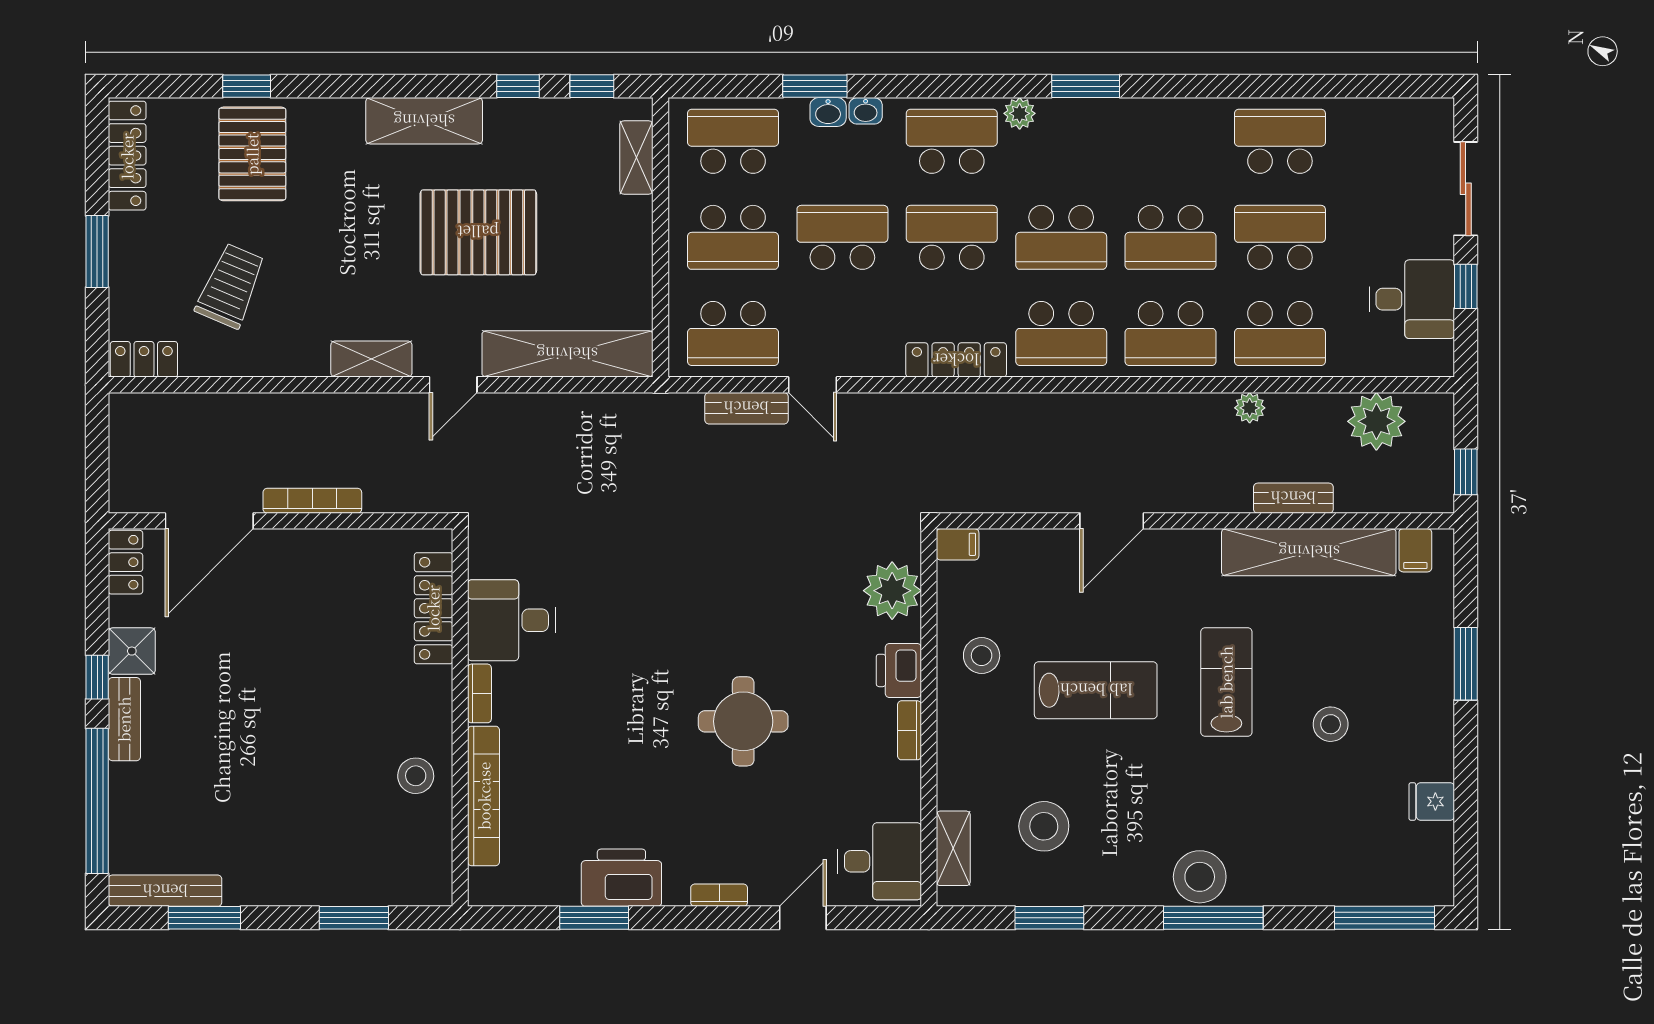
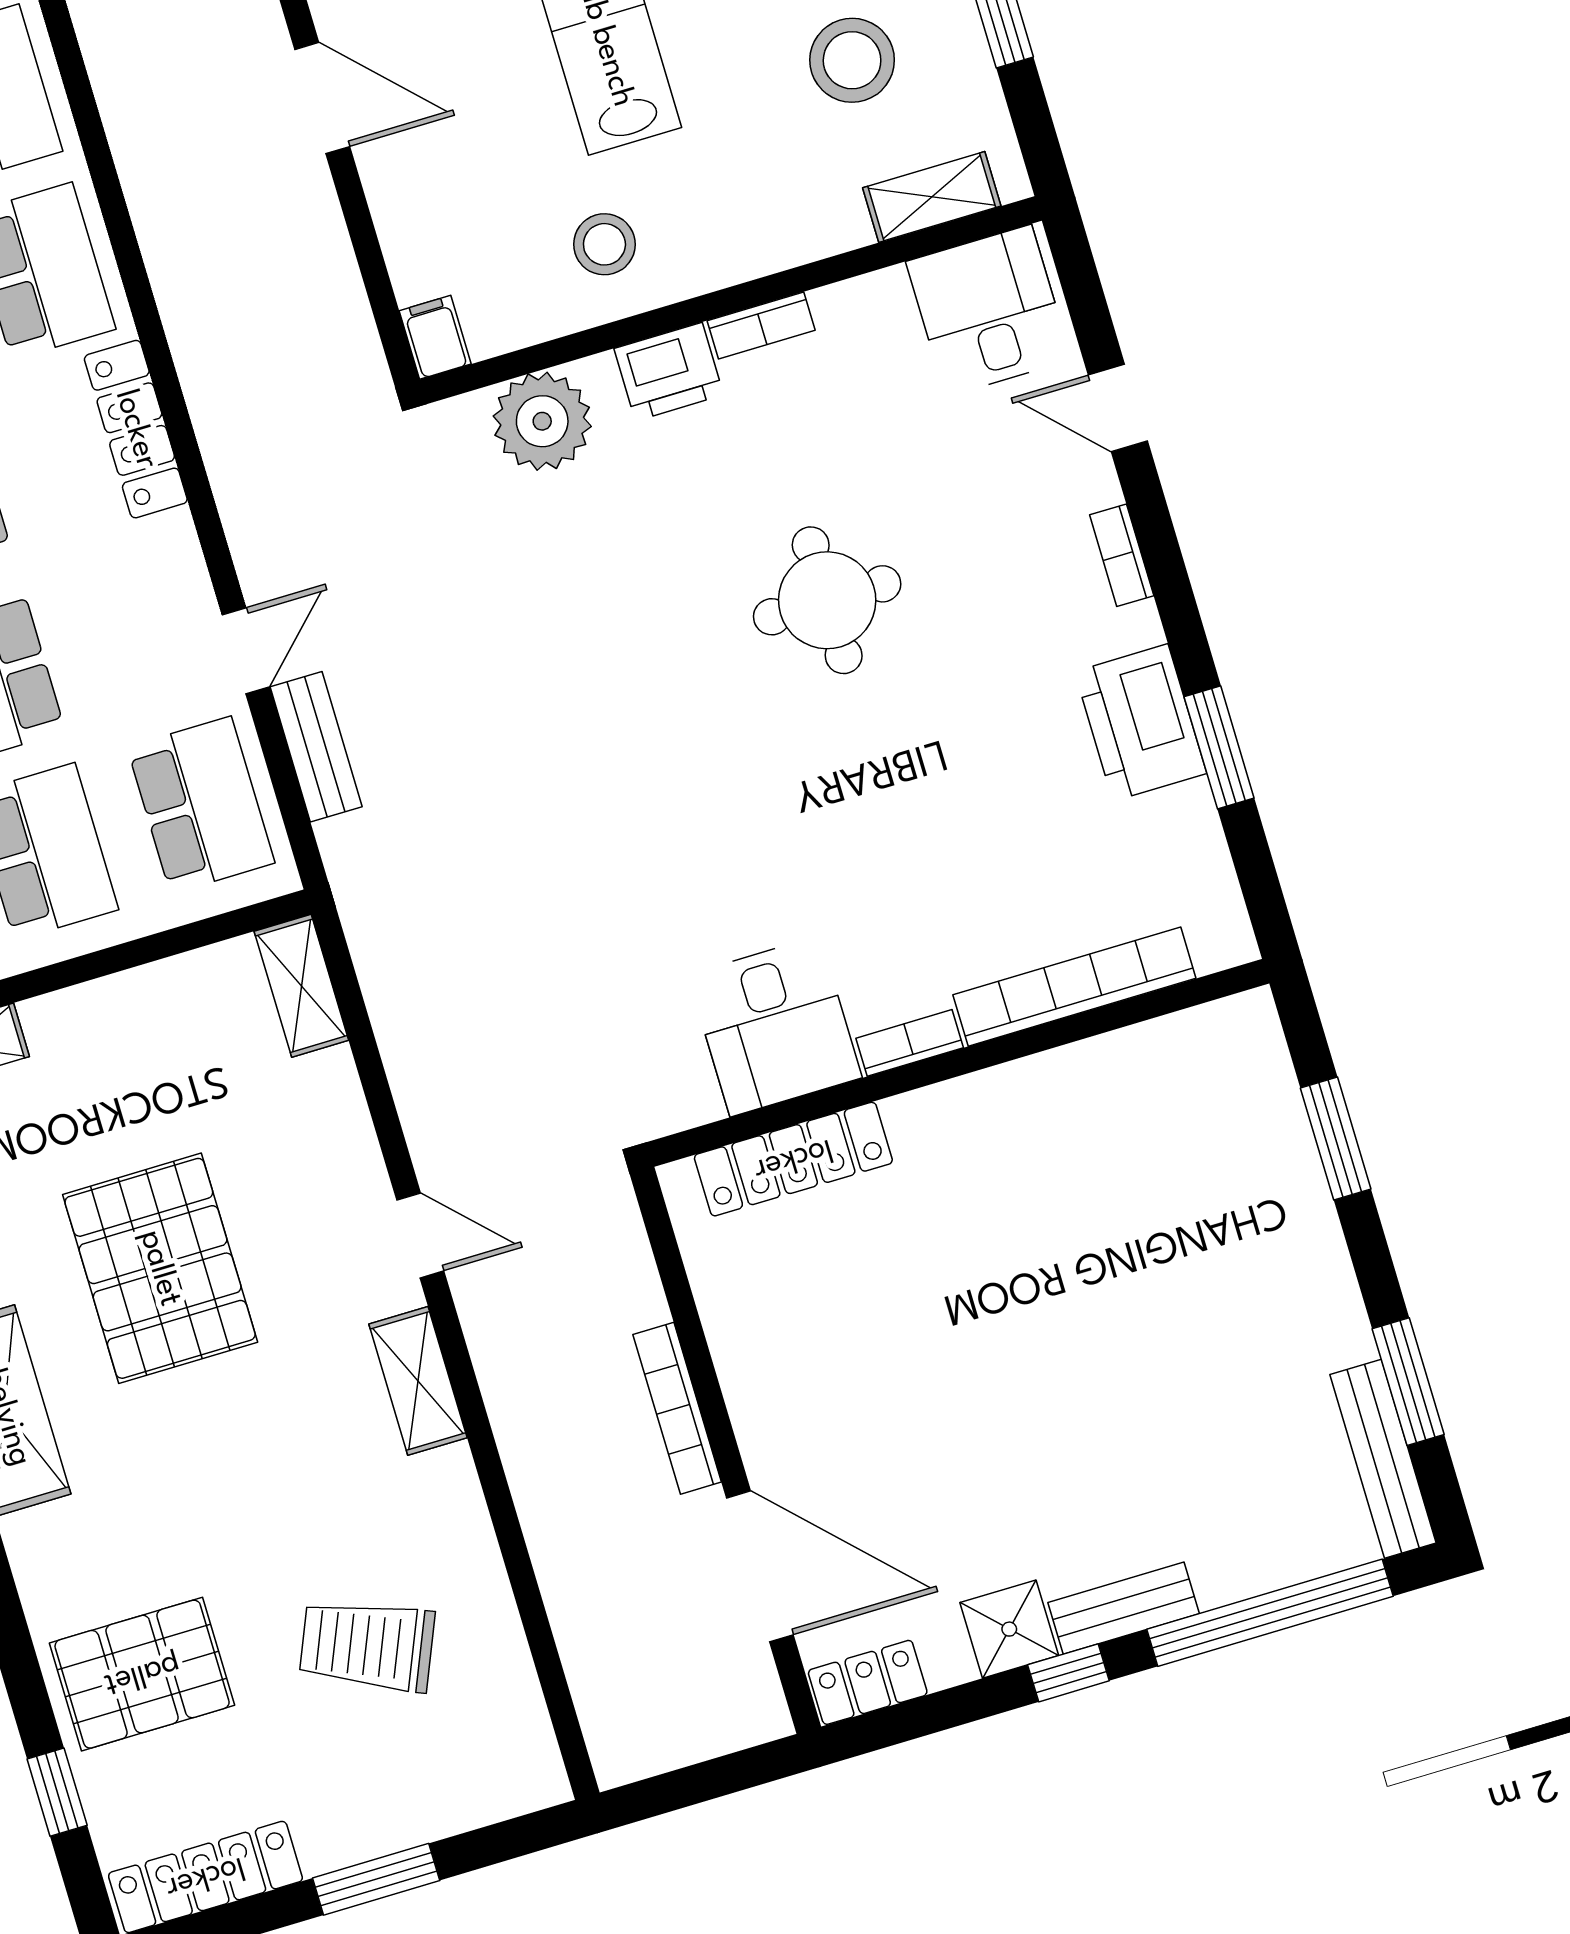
window: (247, 86) -> (57, 1792), moved
shelving: (567, 354) -> (301, 986), width x0.45, depth x0.75
locker: (144, 359) -> (529, 1751), removed
stool: (416, 776) -> (1074, 1107), removed

